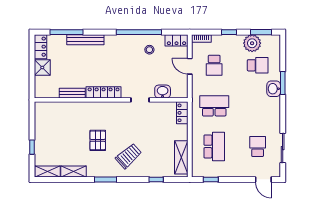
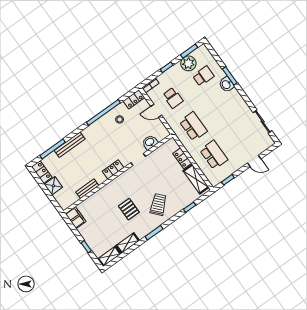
locker: (104, 92) -> (113, 169), width x0.66
school desk: (214, 106) -> (193, 126), turned 90
filing cabinet: (42, 112) -> (76, 218), added
locker: (182, 113) -> (182, 158), moved
school desk: (258, 146) -> (244, 133), removed
door: (263, 180) -> (254, 161), moved

